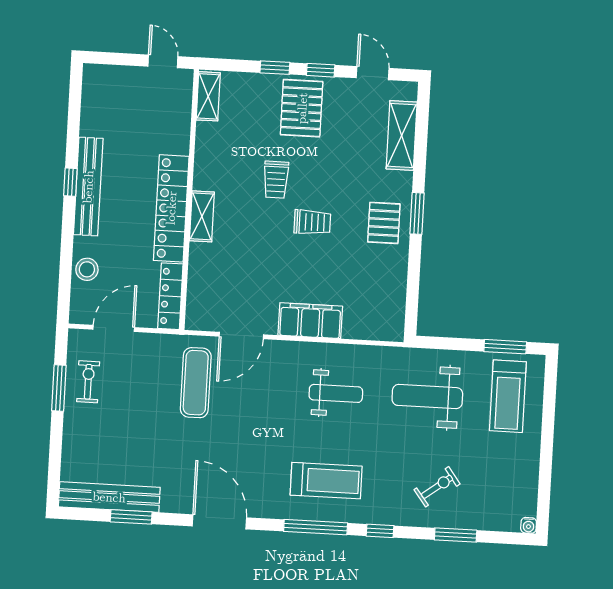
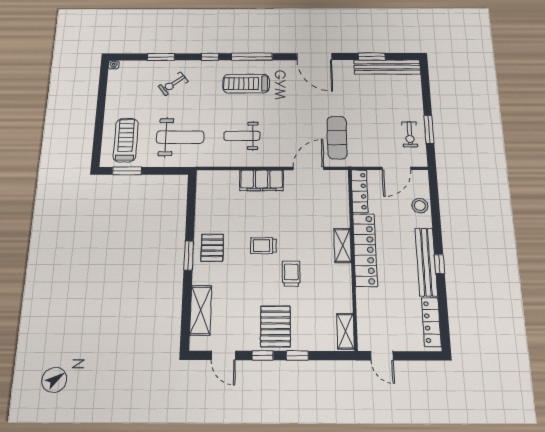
locker: (92, 103) -> (431, 322), added

